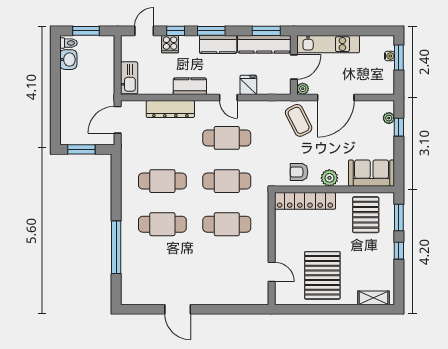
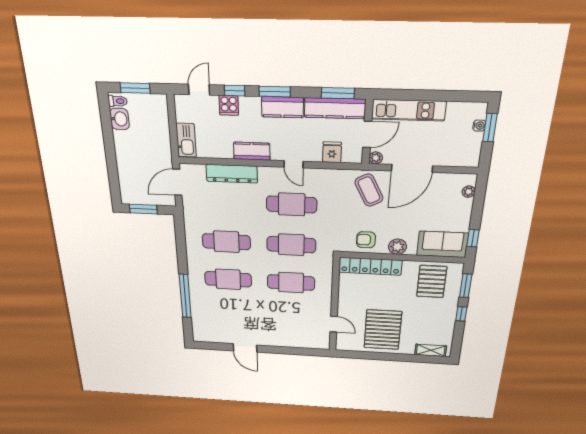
fridge: (248, 85) -> (332, 152), moved
window: (399, 127) -> (473, 238), moved

